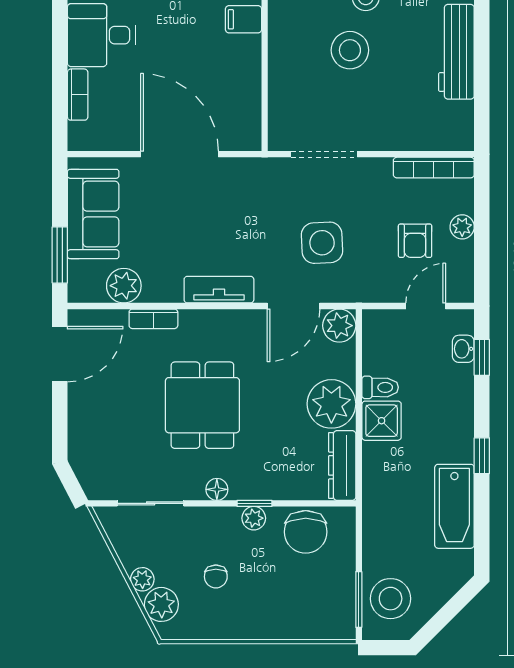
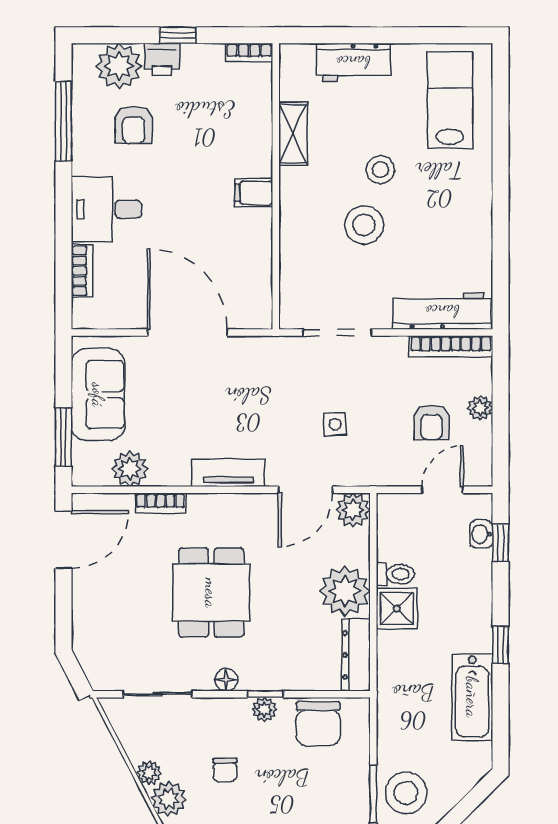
workbench: (456, 52) -> (442, 311), moved, turned 90
side table: (322, 243) -> (335, 424), width x0.54, depth x0.54

